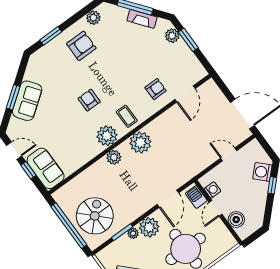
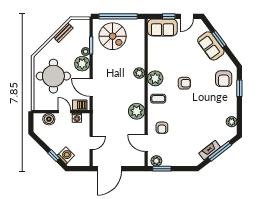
plant: (172, 36) -> (156, 161), moved
window: (188, 40) -> (162, 169), moved
armchair: (81, 46) -> (224, 79), moved
plant: (140, 142) -> (137, 111), moved

